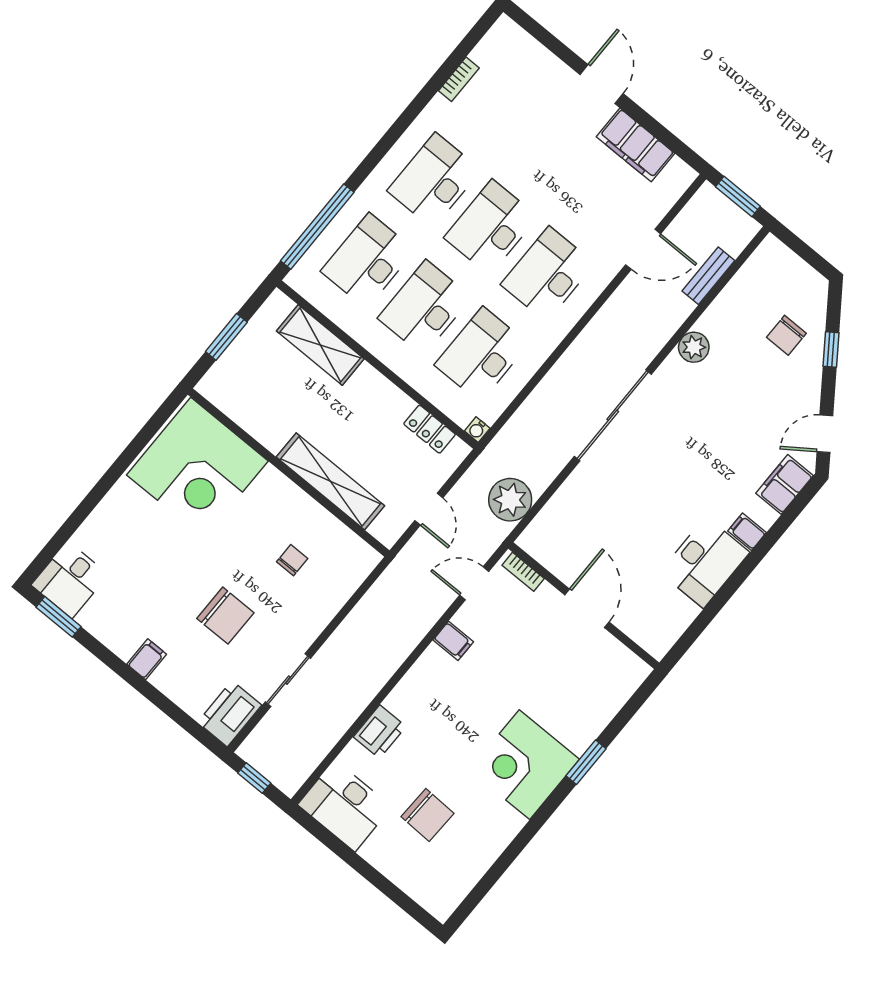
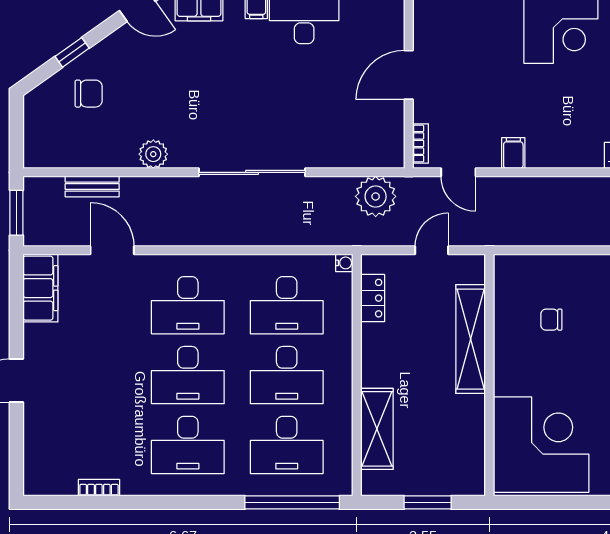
filing cabinet: (636, 145) -> (40, 288), moved

